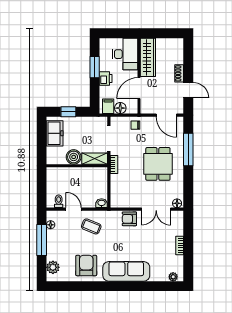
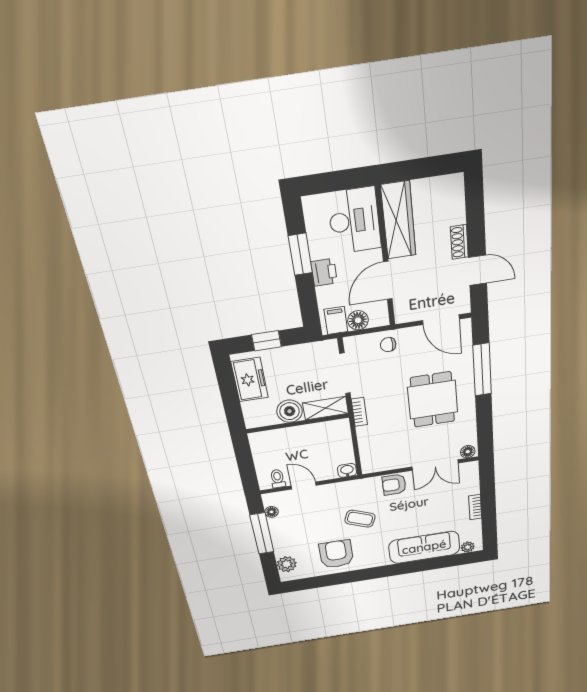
coffee table: (91, 226) -> (360, 519), moved
sofa: (126, 271) -> (424, 547), moved

